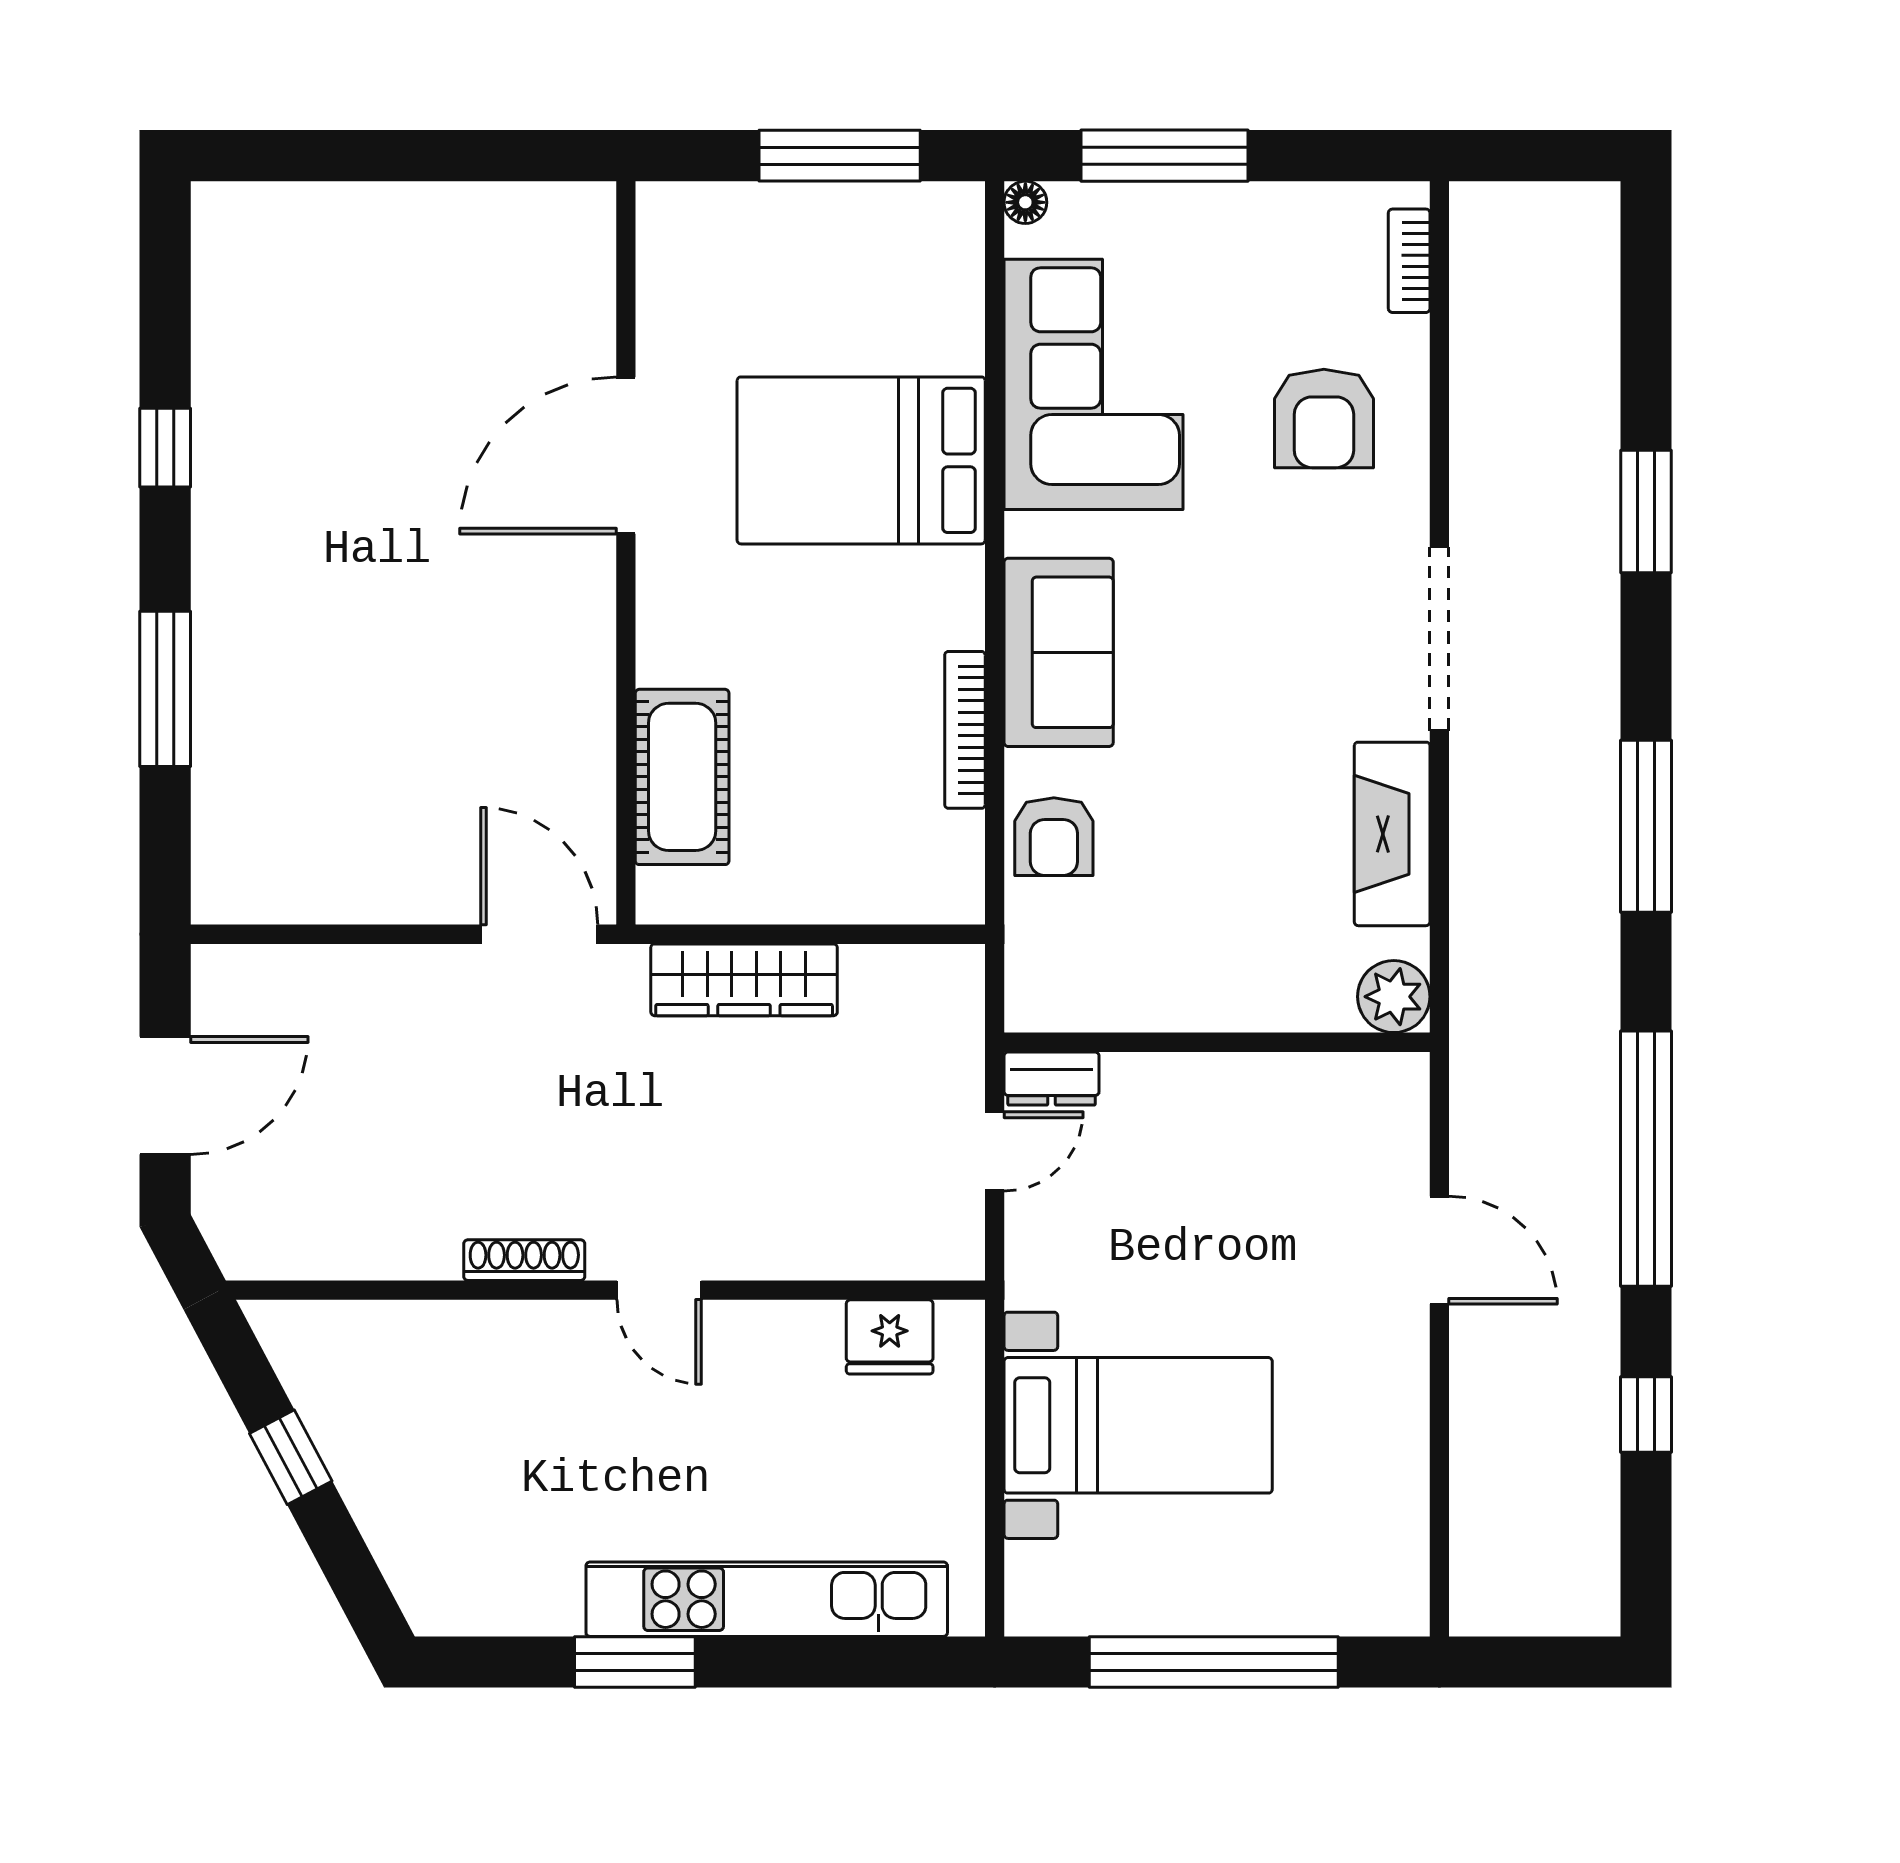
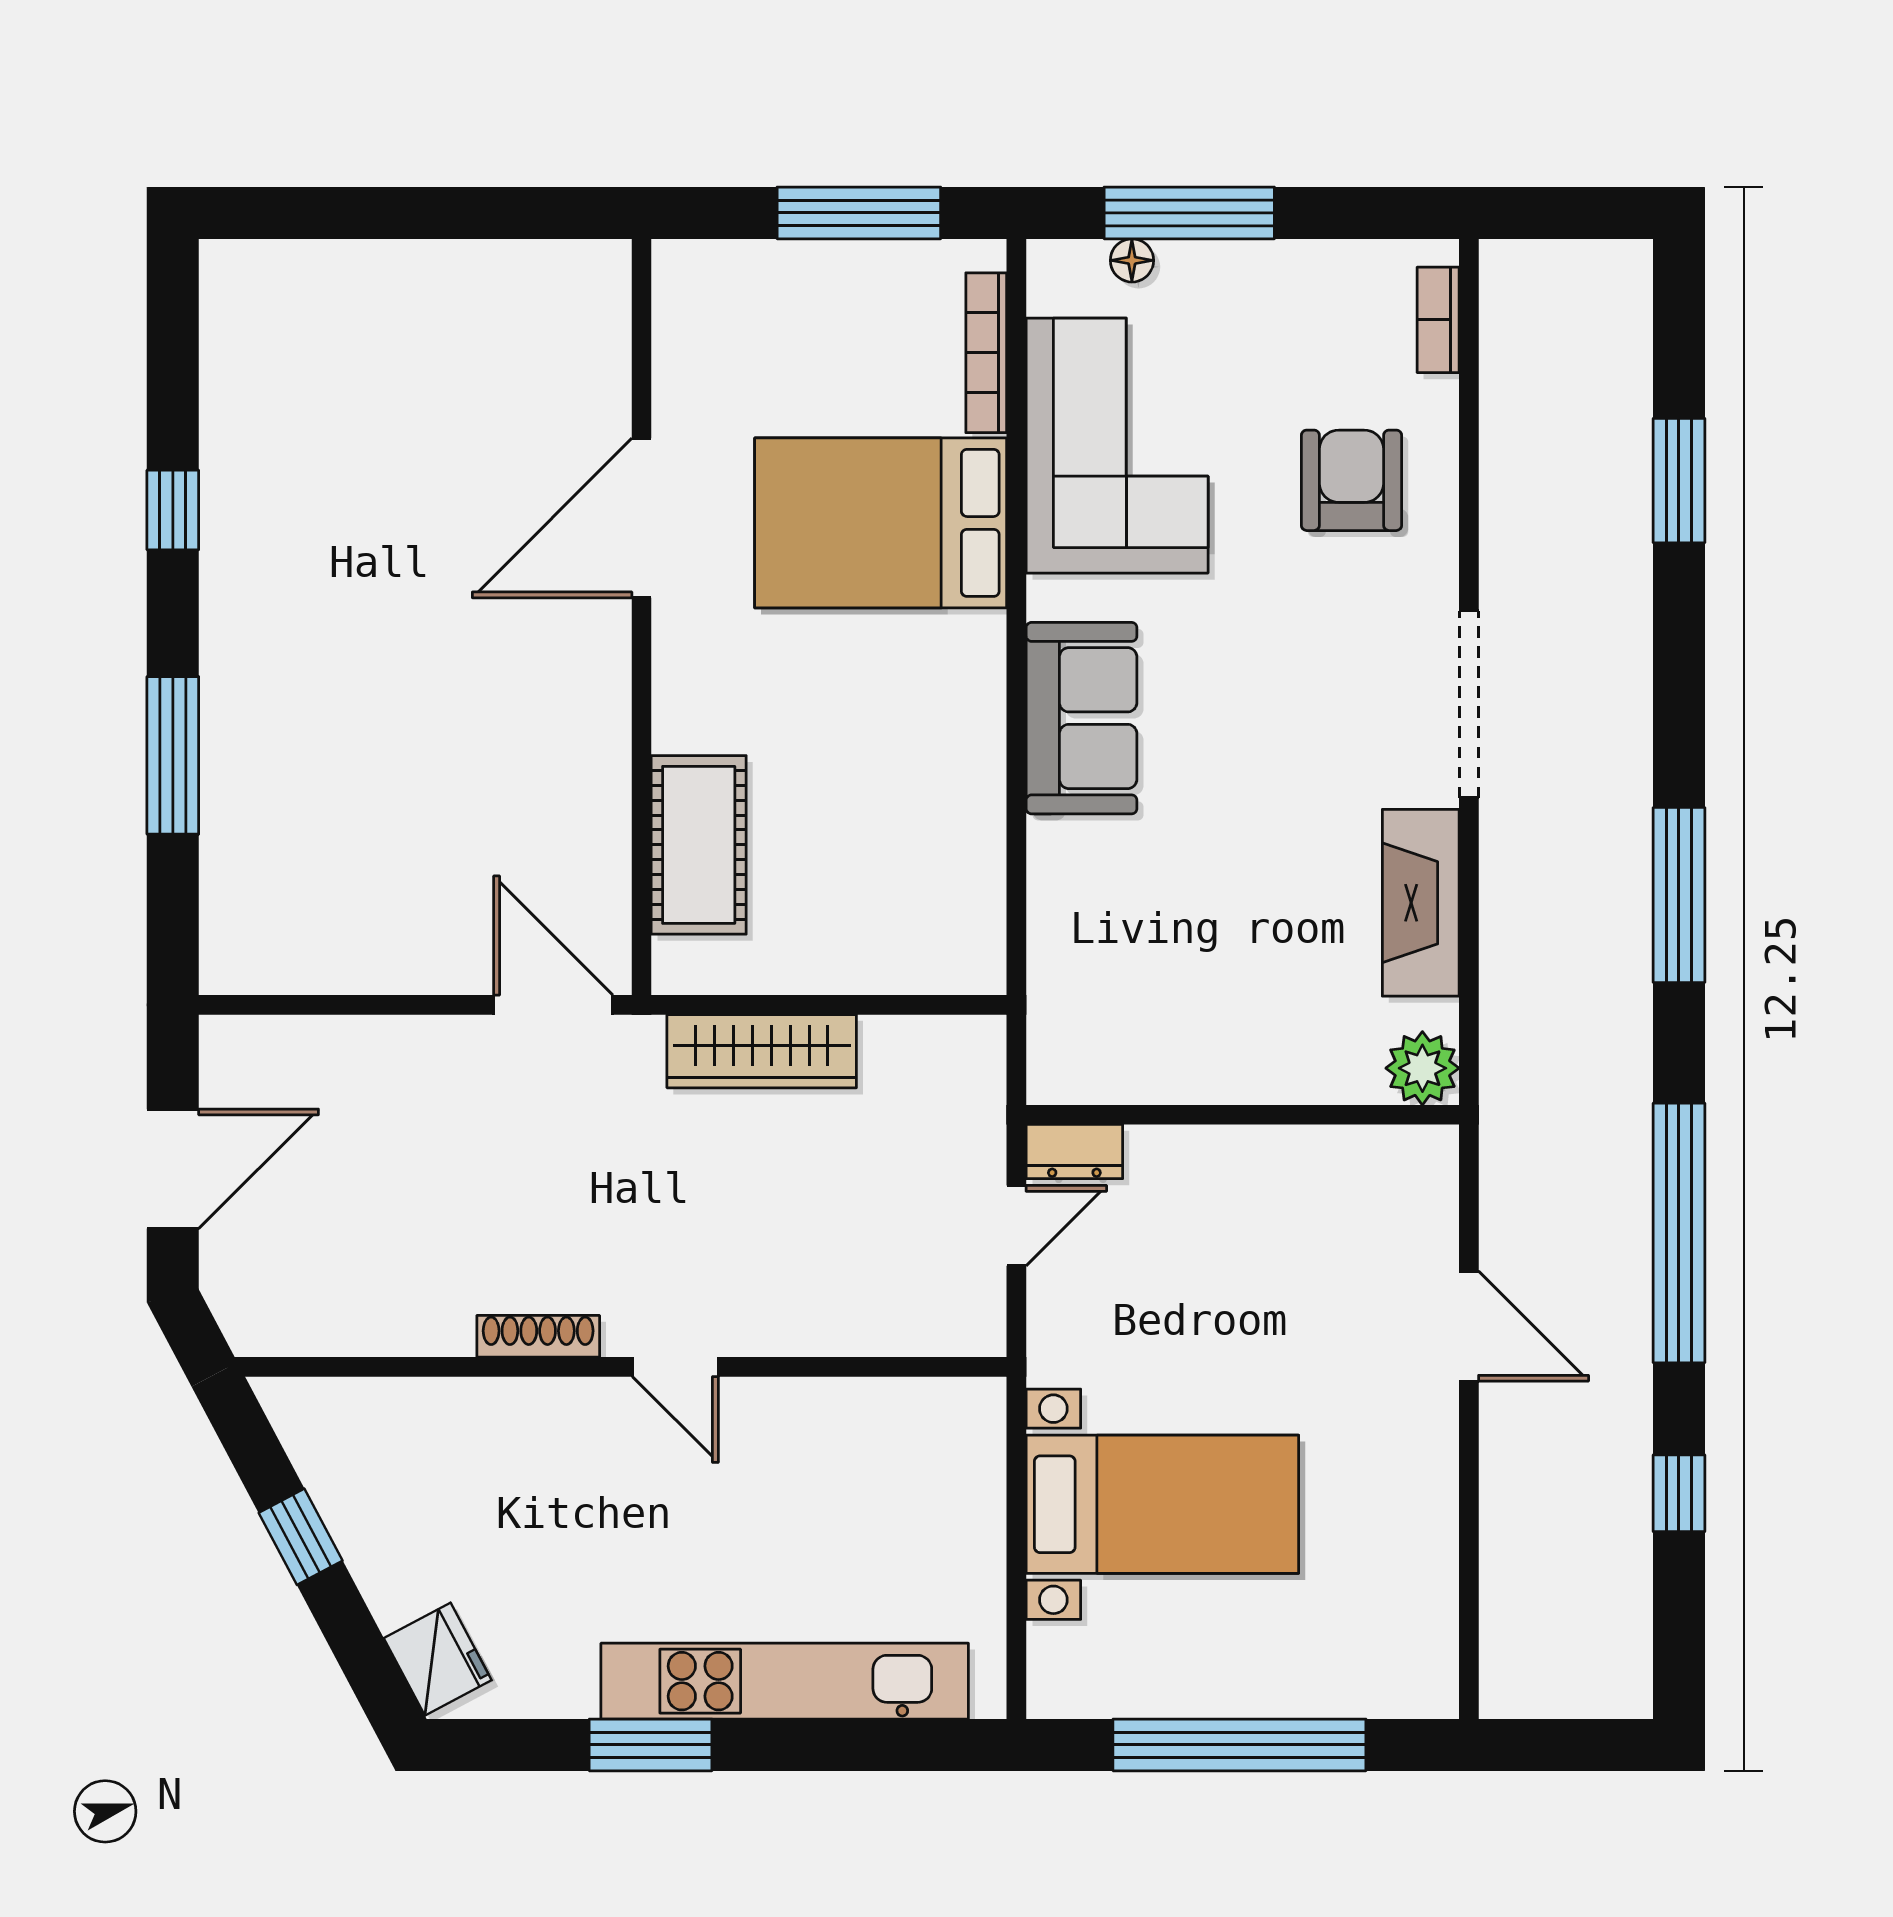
floor lamp: (1025, 202) -> (1132, 260), moved
armchair: (1324, 418) -> (1351, 480), turned 180
window: (1646, 511) -> (1679, 481), moved
bookcase: (965, 730) -> (986, 353), moved
armchair: (1054, 837) -> (1077, 905), removed
fridge: (890, 1337) -> (438, 1659), moved, turned -118

